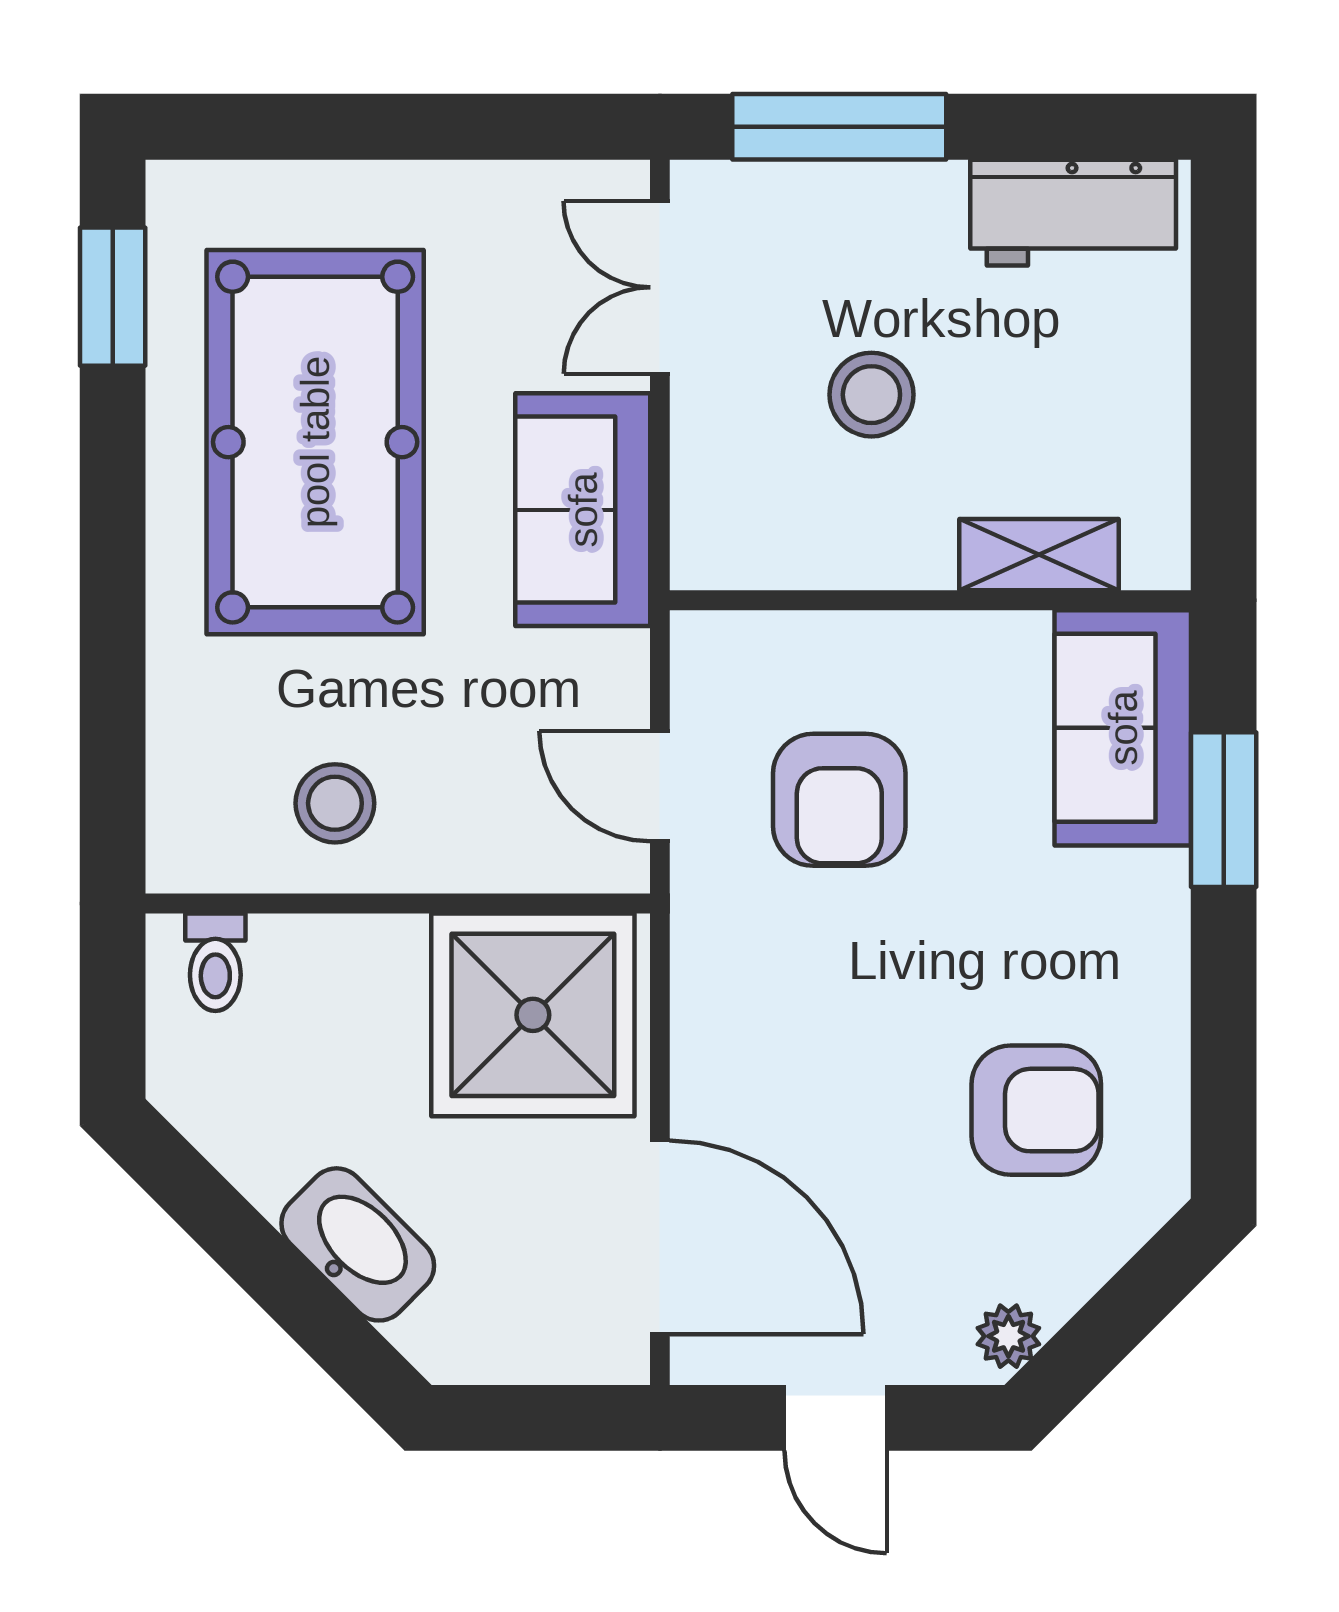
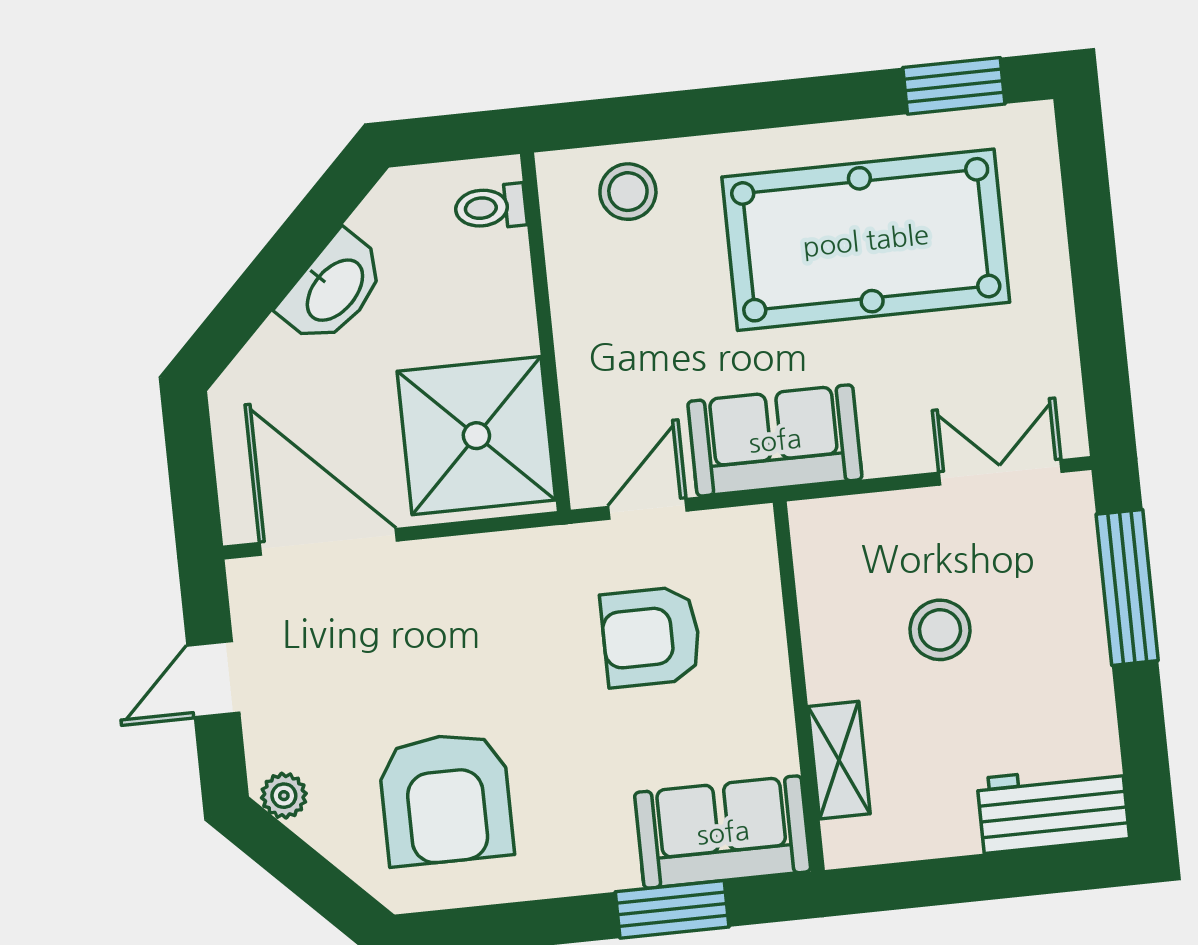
workbench: (1073, 213) -> (1053, 809), moved, turned 90
sofa: (583, 510) -> (775, 440), moved
stool: (335, 803) -> (628, 192), moved
armchair: (1036, 1110) -> (446, 799), width x1.36, depth x1.36
door: (660, 1237) -> (328, 542), swing flipped
washbasin: (358, 1244) -> (333, 289), moved

